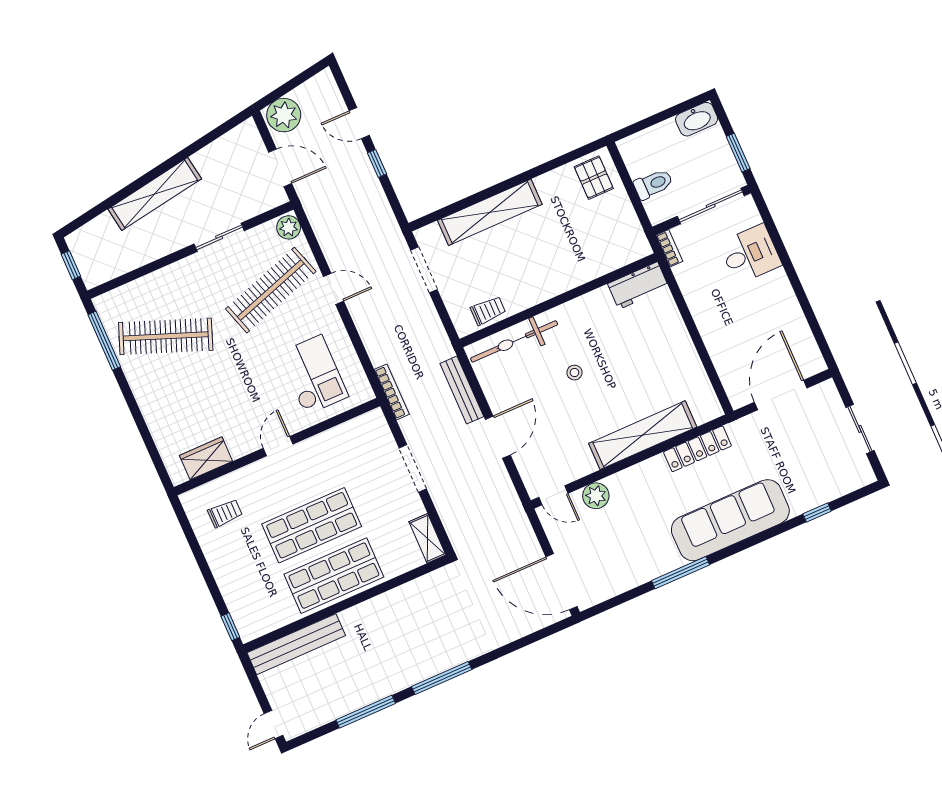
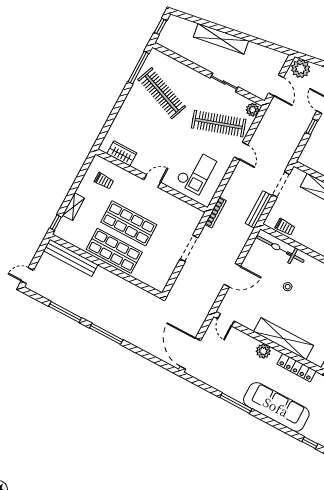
bench: (462, 390) -> (259, 209), moved
plant: (596, 496) -> (263, 351), moved
shelving: (427, 538) -> (74, 207), moved

